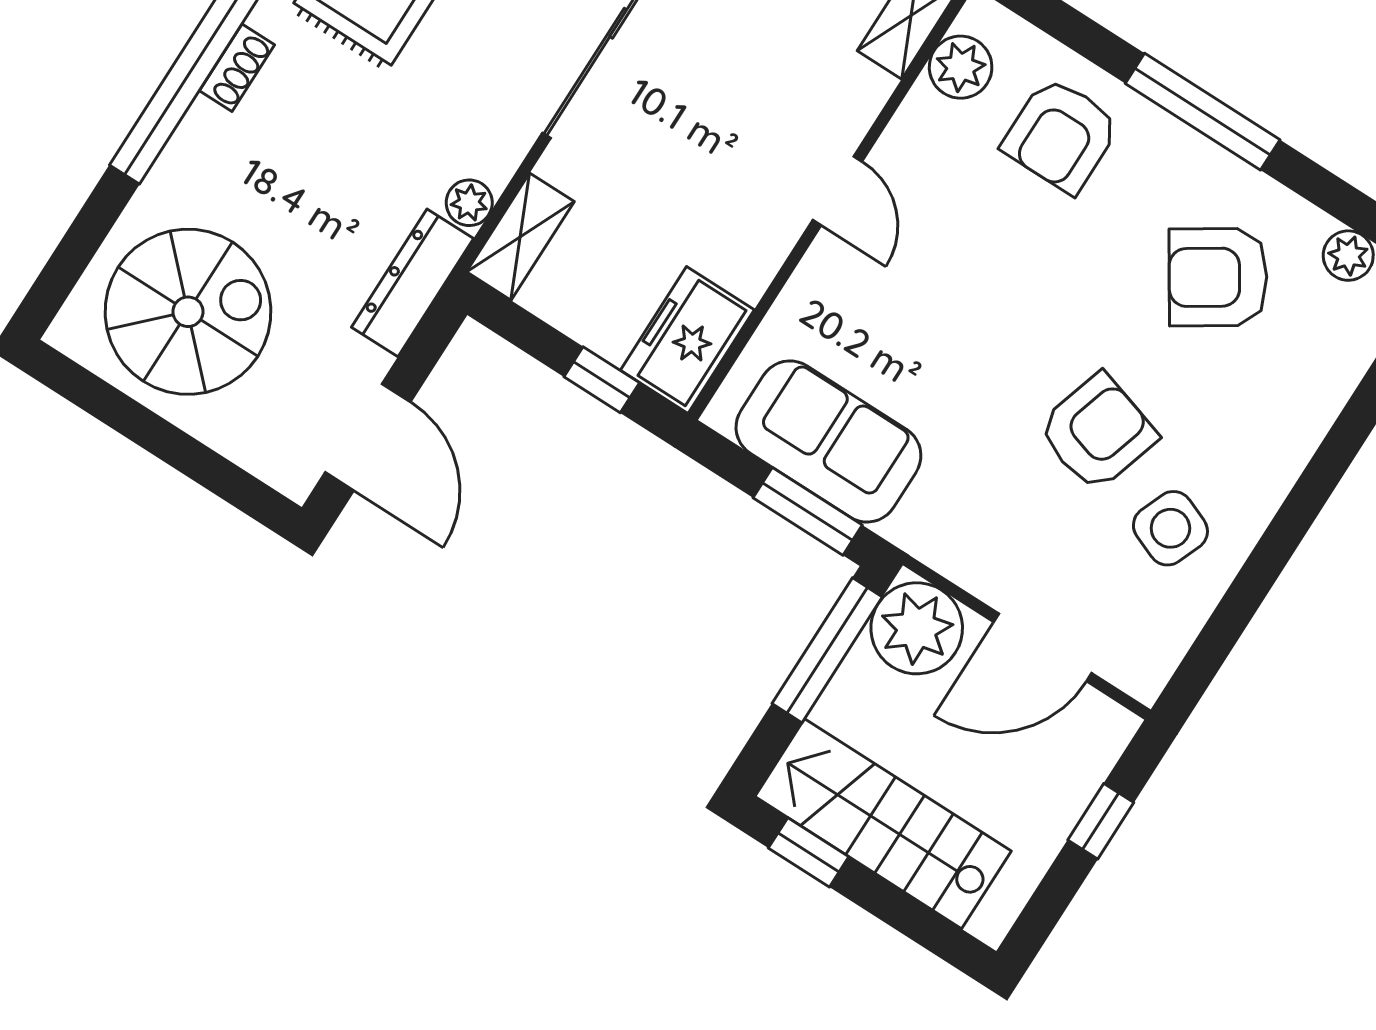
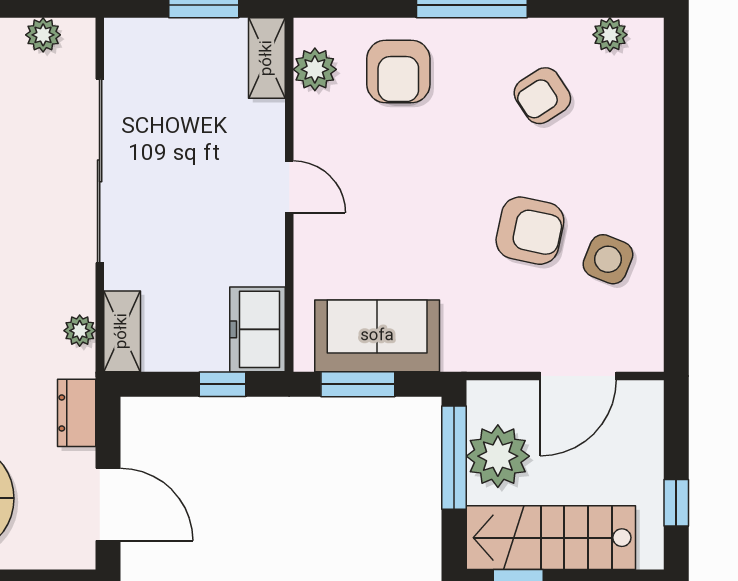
armchair: (1218, 277) -> (542, 96), width x0.72, depth x0.72
dresser: (413, 283) -> (77, 413), width x0.70
armchair: (1097, 432) -> (530, 231), turned 85
window: (808, 511) -> (358, 384), moved
plant: (917, 628) -> (498, 456), moved
window: (1101, 821) -> (676, 503), moved

